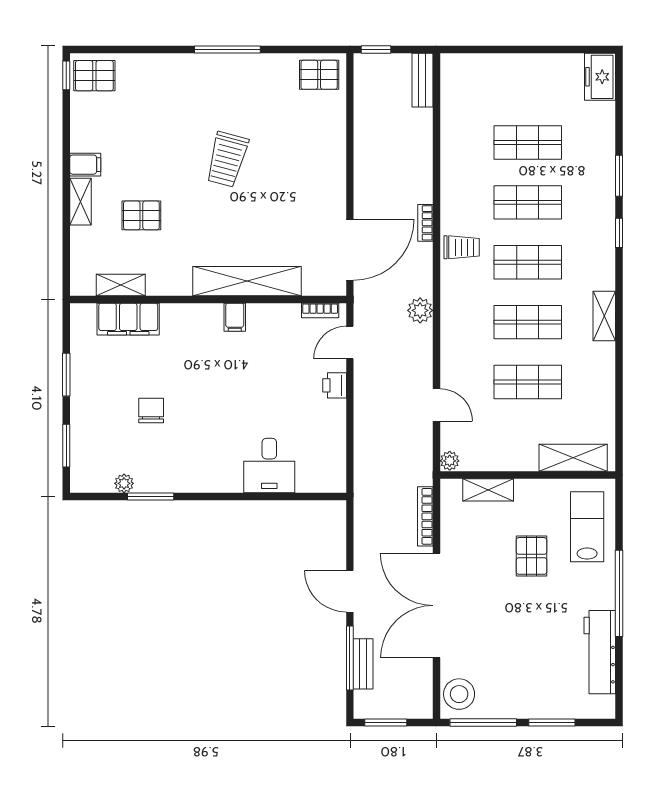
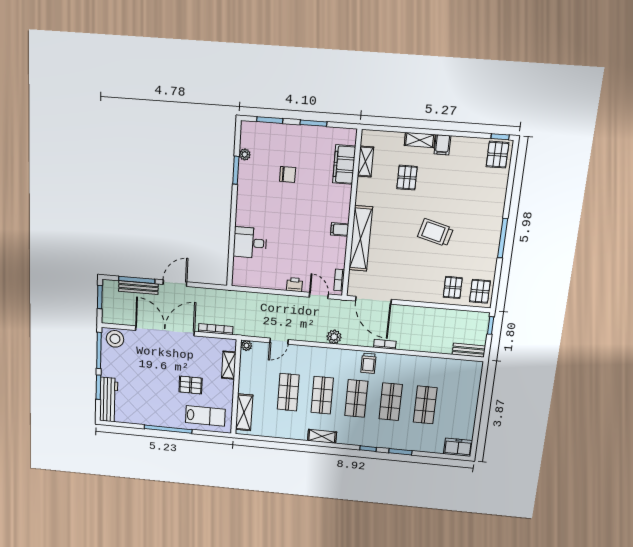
pallet: (317, 120) -> (453, 287), added
workbench: (600, 652) -> (109, 400), moved, turned 90
bench: (363, 664) -> (138, 288), width x1.36

